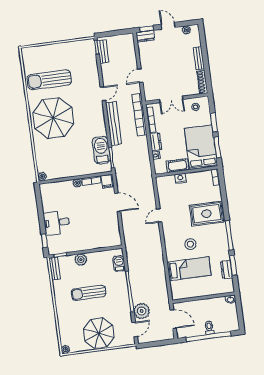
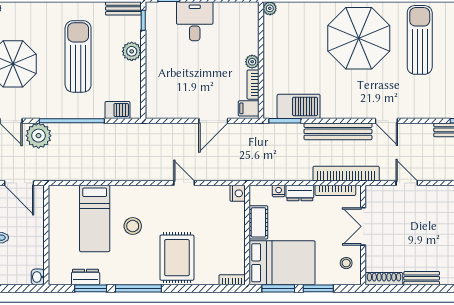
nightstand: (180, 178) -> (238, 193), moved
sun lounger: (89, 293) -> (78, 56), width x1.36, depth x1.34
door: (173, 319) -> (19, 183), hinge flipped

